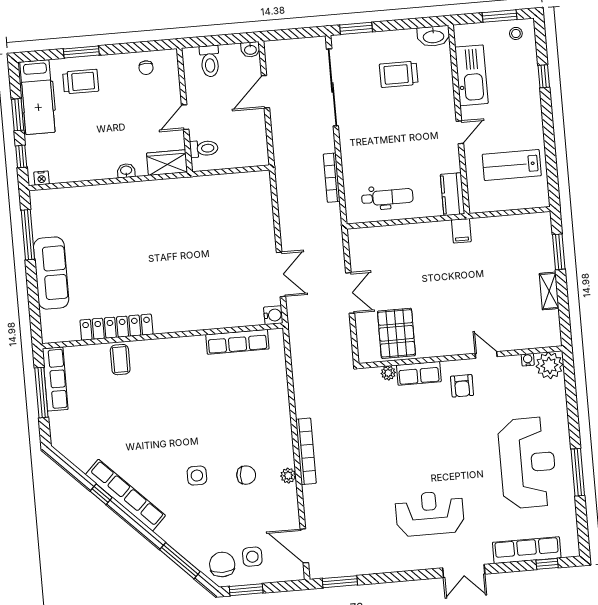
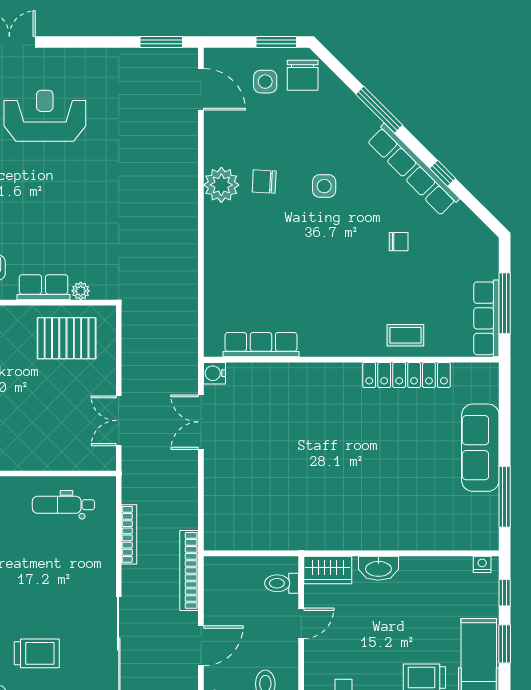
washbasin: (126, 171) -> (378, 568), width x1.91, depth x1.45
double door: (350, 293) -> (119, 421), moved
pallet: (396, 333) -> (67, 338), turned 90
coffee table: (120, 360) -> (405, 335), turned 90
chair: (132, 435) -> (399, 242), added
bookcase: (306, 451) -> (189, 570), moved
plant: (288, 476) -> (221, 185), width x1.88, depth x1.88
reception desk: (430, 513) -> (45, 116), turned 180
window: (180, 561) -> (379, 110), moved

